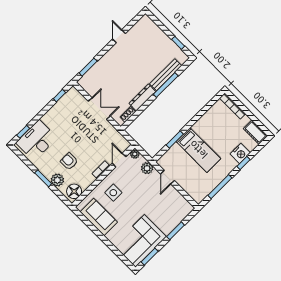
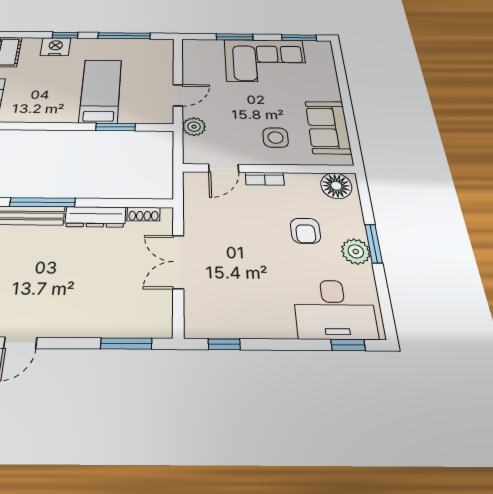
plant: (135, 154) -> (192, 156), removed
plant: (57, 180) -> (356, 251), moved
corner sofa: (140, 241) -> (265, 60), moved

